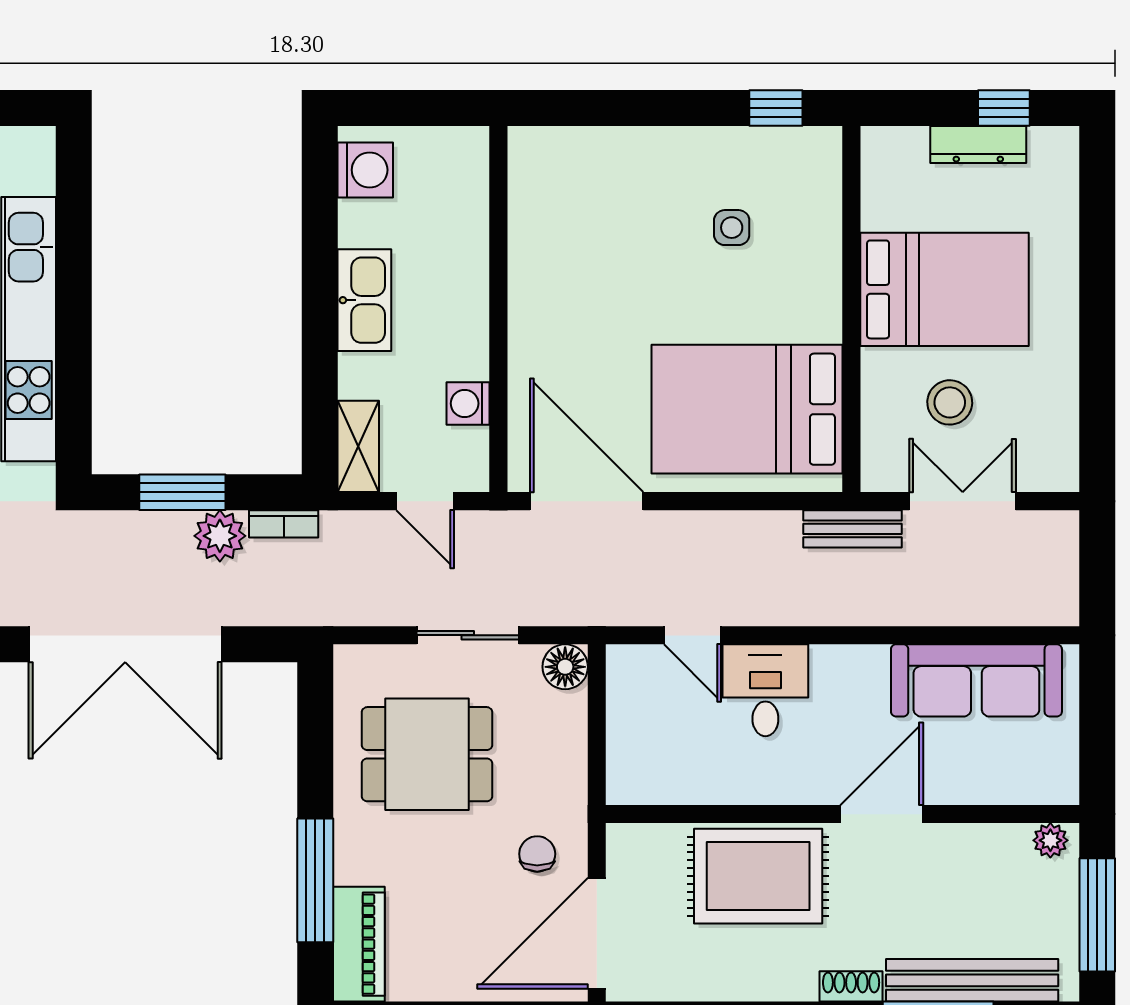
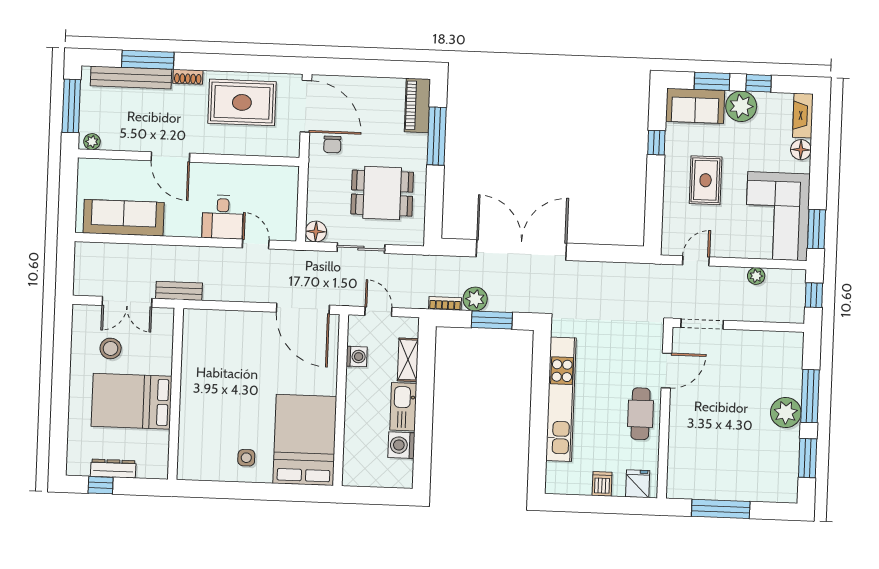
window: (776, 108) -> (207, 489), removed
washing machine: (365, 170) -> (401, 445), moved
side table: (732, 228) -> (246, 458), moved
stool: (950, 402) -> (111, 348), moved
bed: (747, 409) -> (305, 440), moved, turned -90
shelving: (358, 446) -> (408, 360), moved
door: (882, 814) -> (170, 157), hinge flipped
rug: (758, 876) -> (242, 102), moved
door: (597, 933) -> (306, 106), hinge flipped

